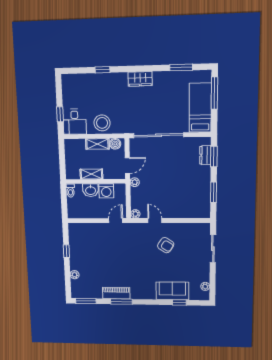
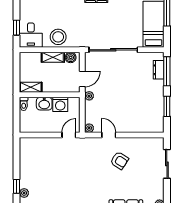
window: (214, 157) -> (167, 71), width x1.44
shelving: (91, 174) -> (31, 87), moved
window: (66, 251) -> (17, 186), moved

